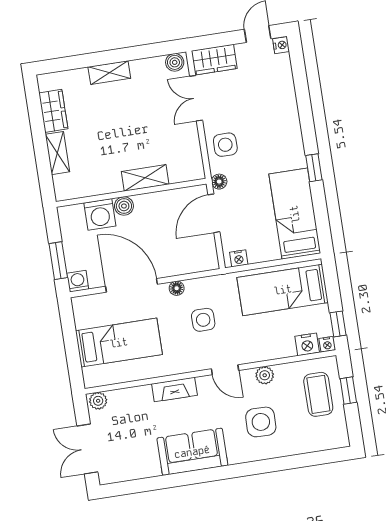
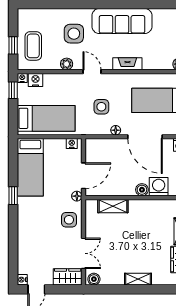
shelving: (145, 178) -> (113, 206), moved
sofa: (192, 452) -> (122, 21), width x1.36

